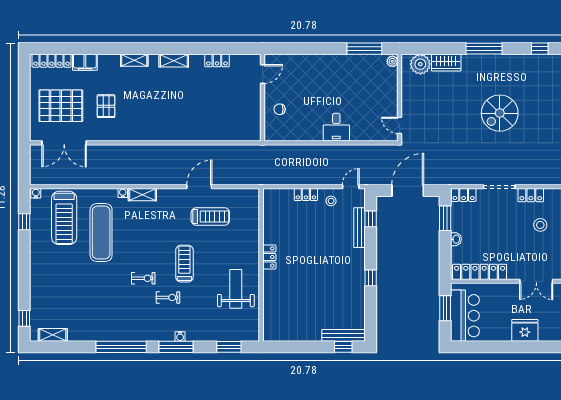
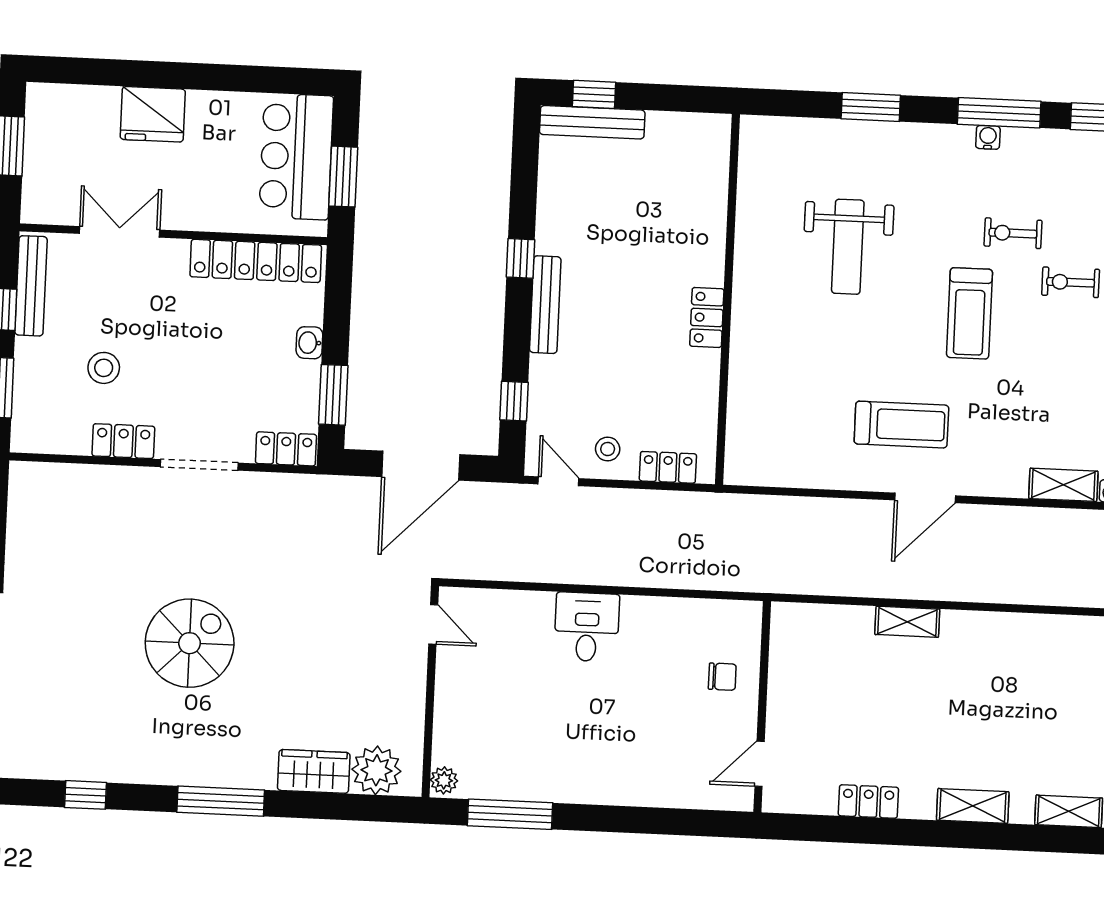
shelving: (204, 135) -> (907, 622), added
door: (351, 187) -> (558, 481), swing flipped
treadmill: (210, 217) -> (901, 425), turned 180
bench: (359, 228) -> (545, 305), moved
locker: (269, 257) -> (707, 317), moved
wall: (261, 265) -> (727, 299), moved

